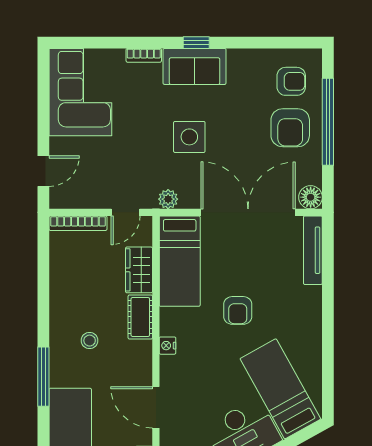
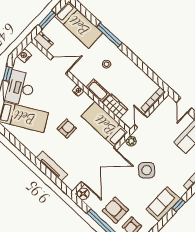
sofa: (195, 66) -> (163, 204), moved
side table: (189, 137) -> (147, 170), turned 45
tv unit: (313, 250) -> (52, 166), moved
armchair: (238, 310) -> (67, 128), turned 90

